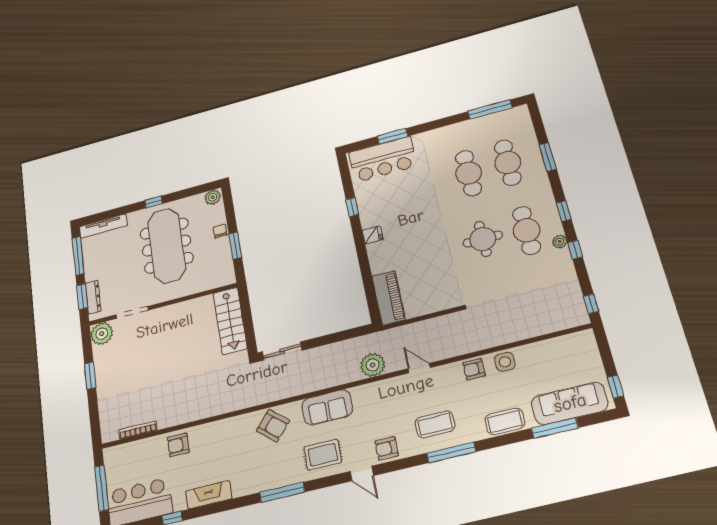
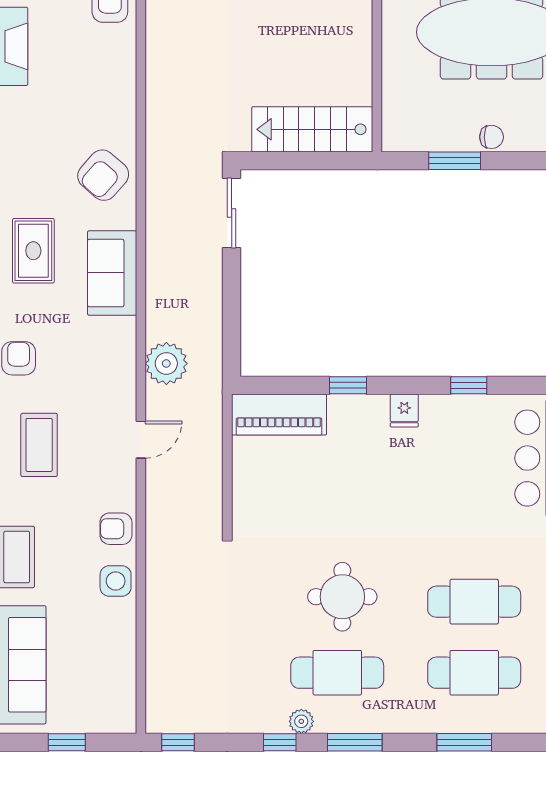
window: (564, 211) -> (355, 742), width x1.50
window: (365, 267) -> (348, 385), added
armchair: (474, 369) -> (116, 529), turned -90
window: (615, 387) -> (67, 742), moved

